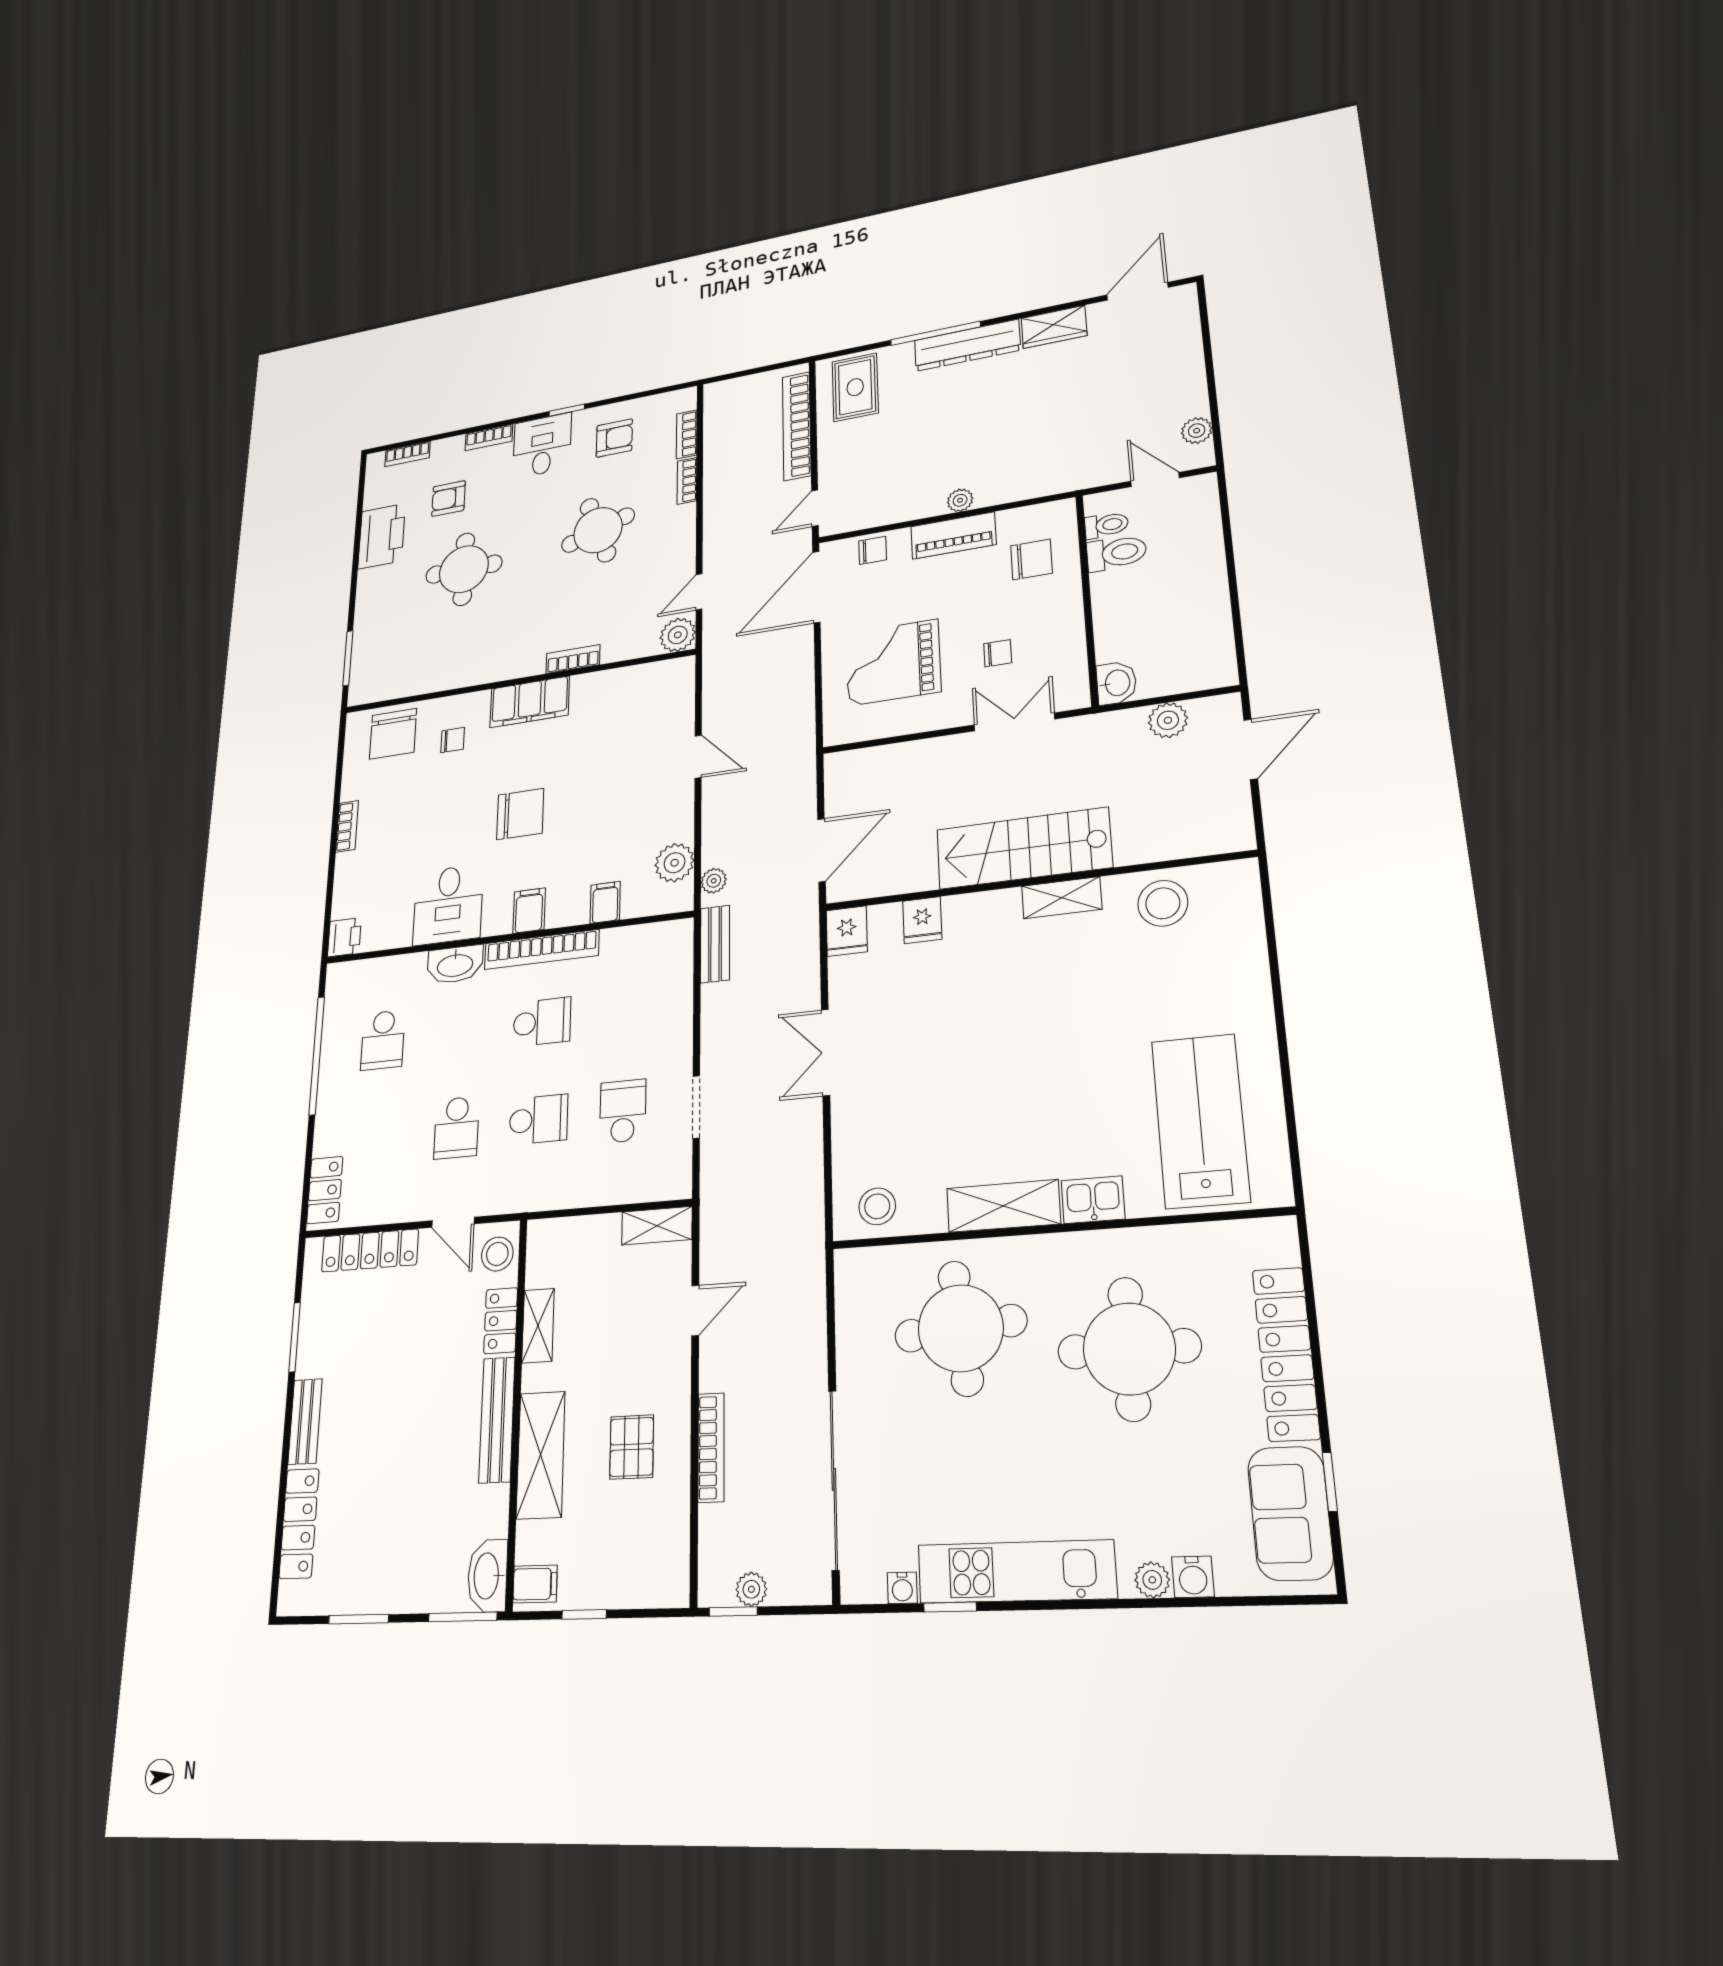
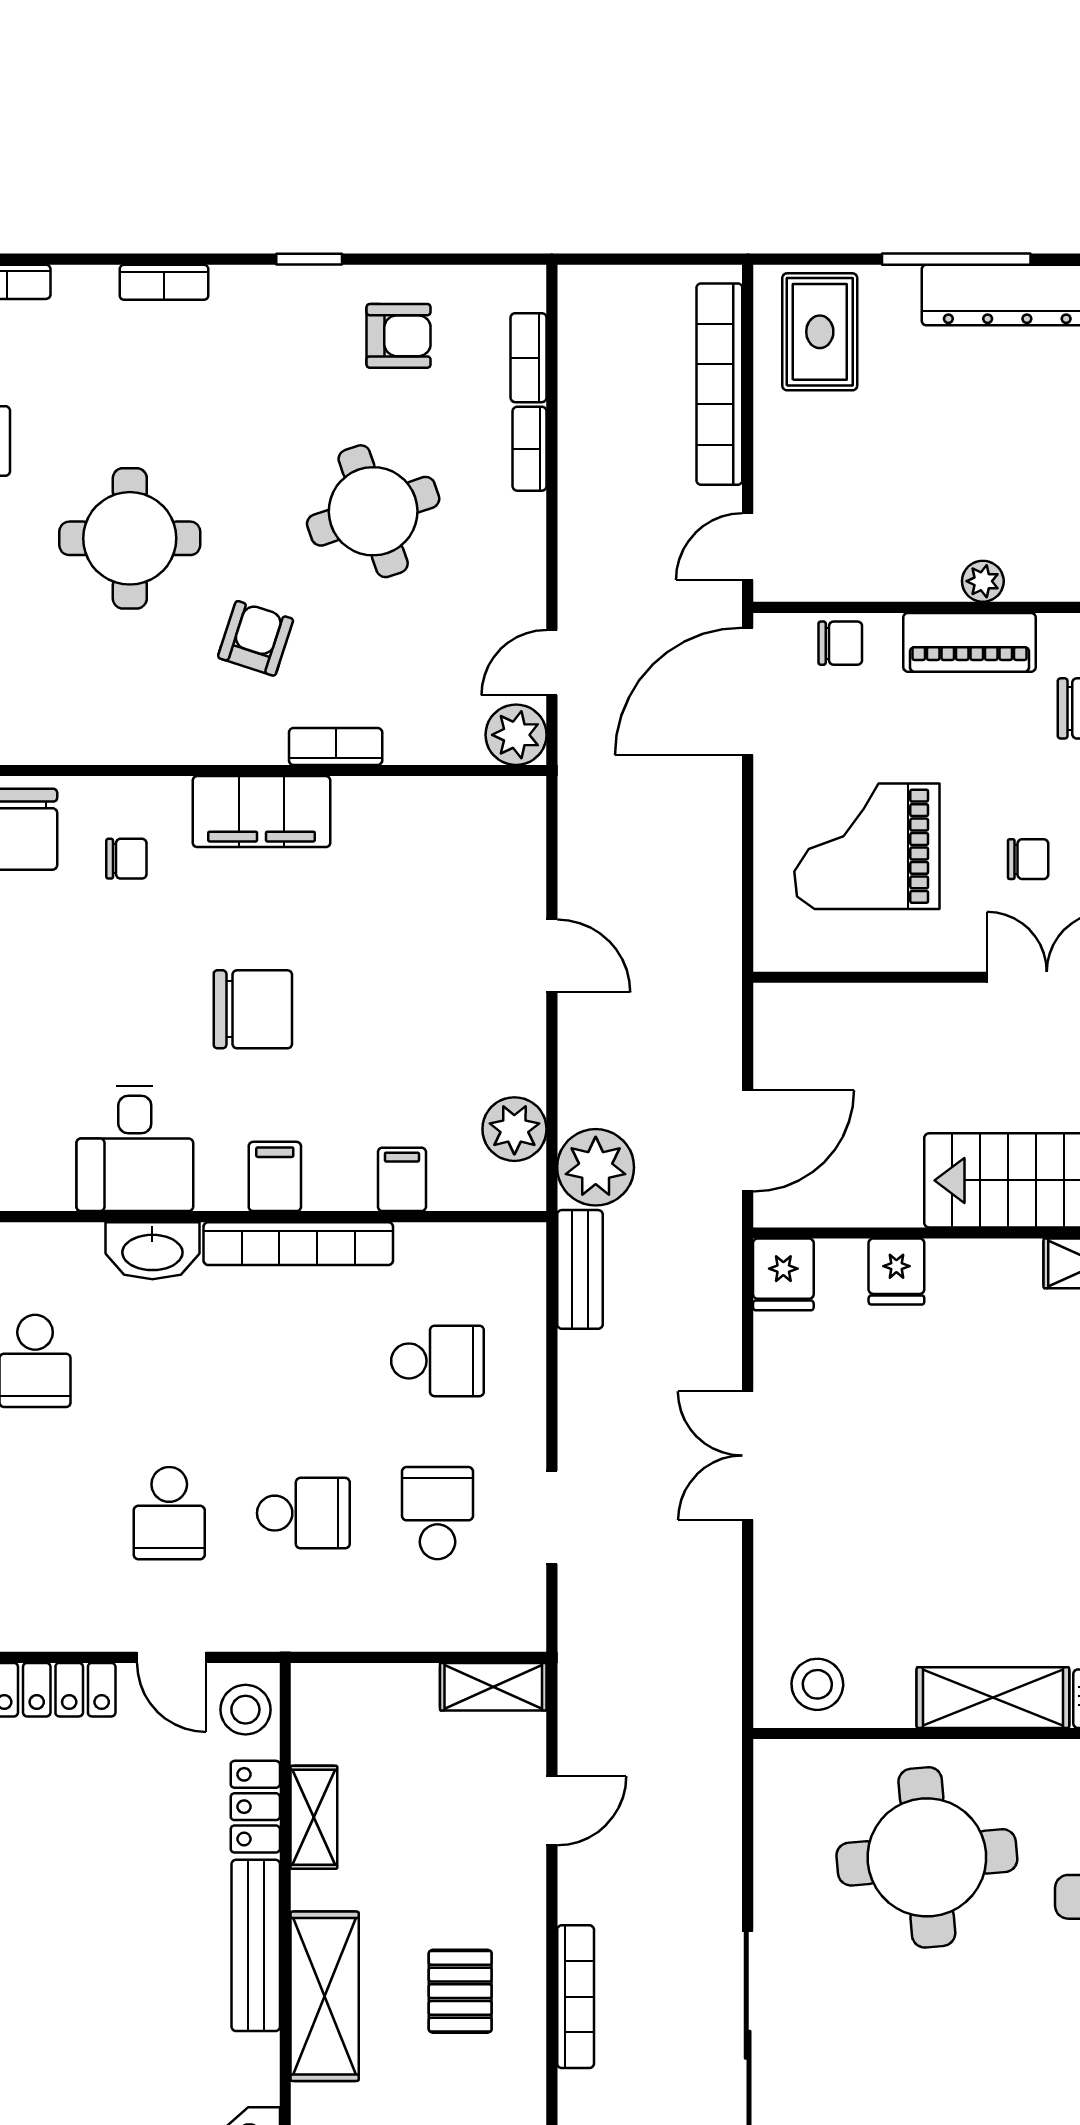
desk: (542, 446) -> (265, 322), removed
armchair: (448, 498) -> (256, 638), moved, turned 108
plant: (714, 881) -> (596, 1167), width x1.88, depth x1.88
school desk: (542, 1022) -> (437, 1361), moved

